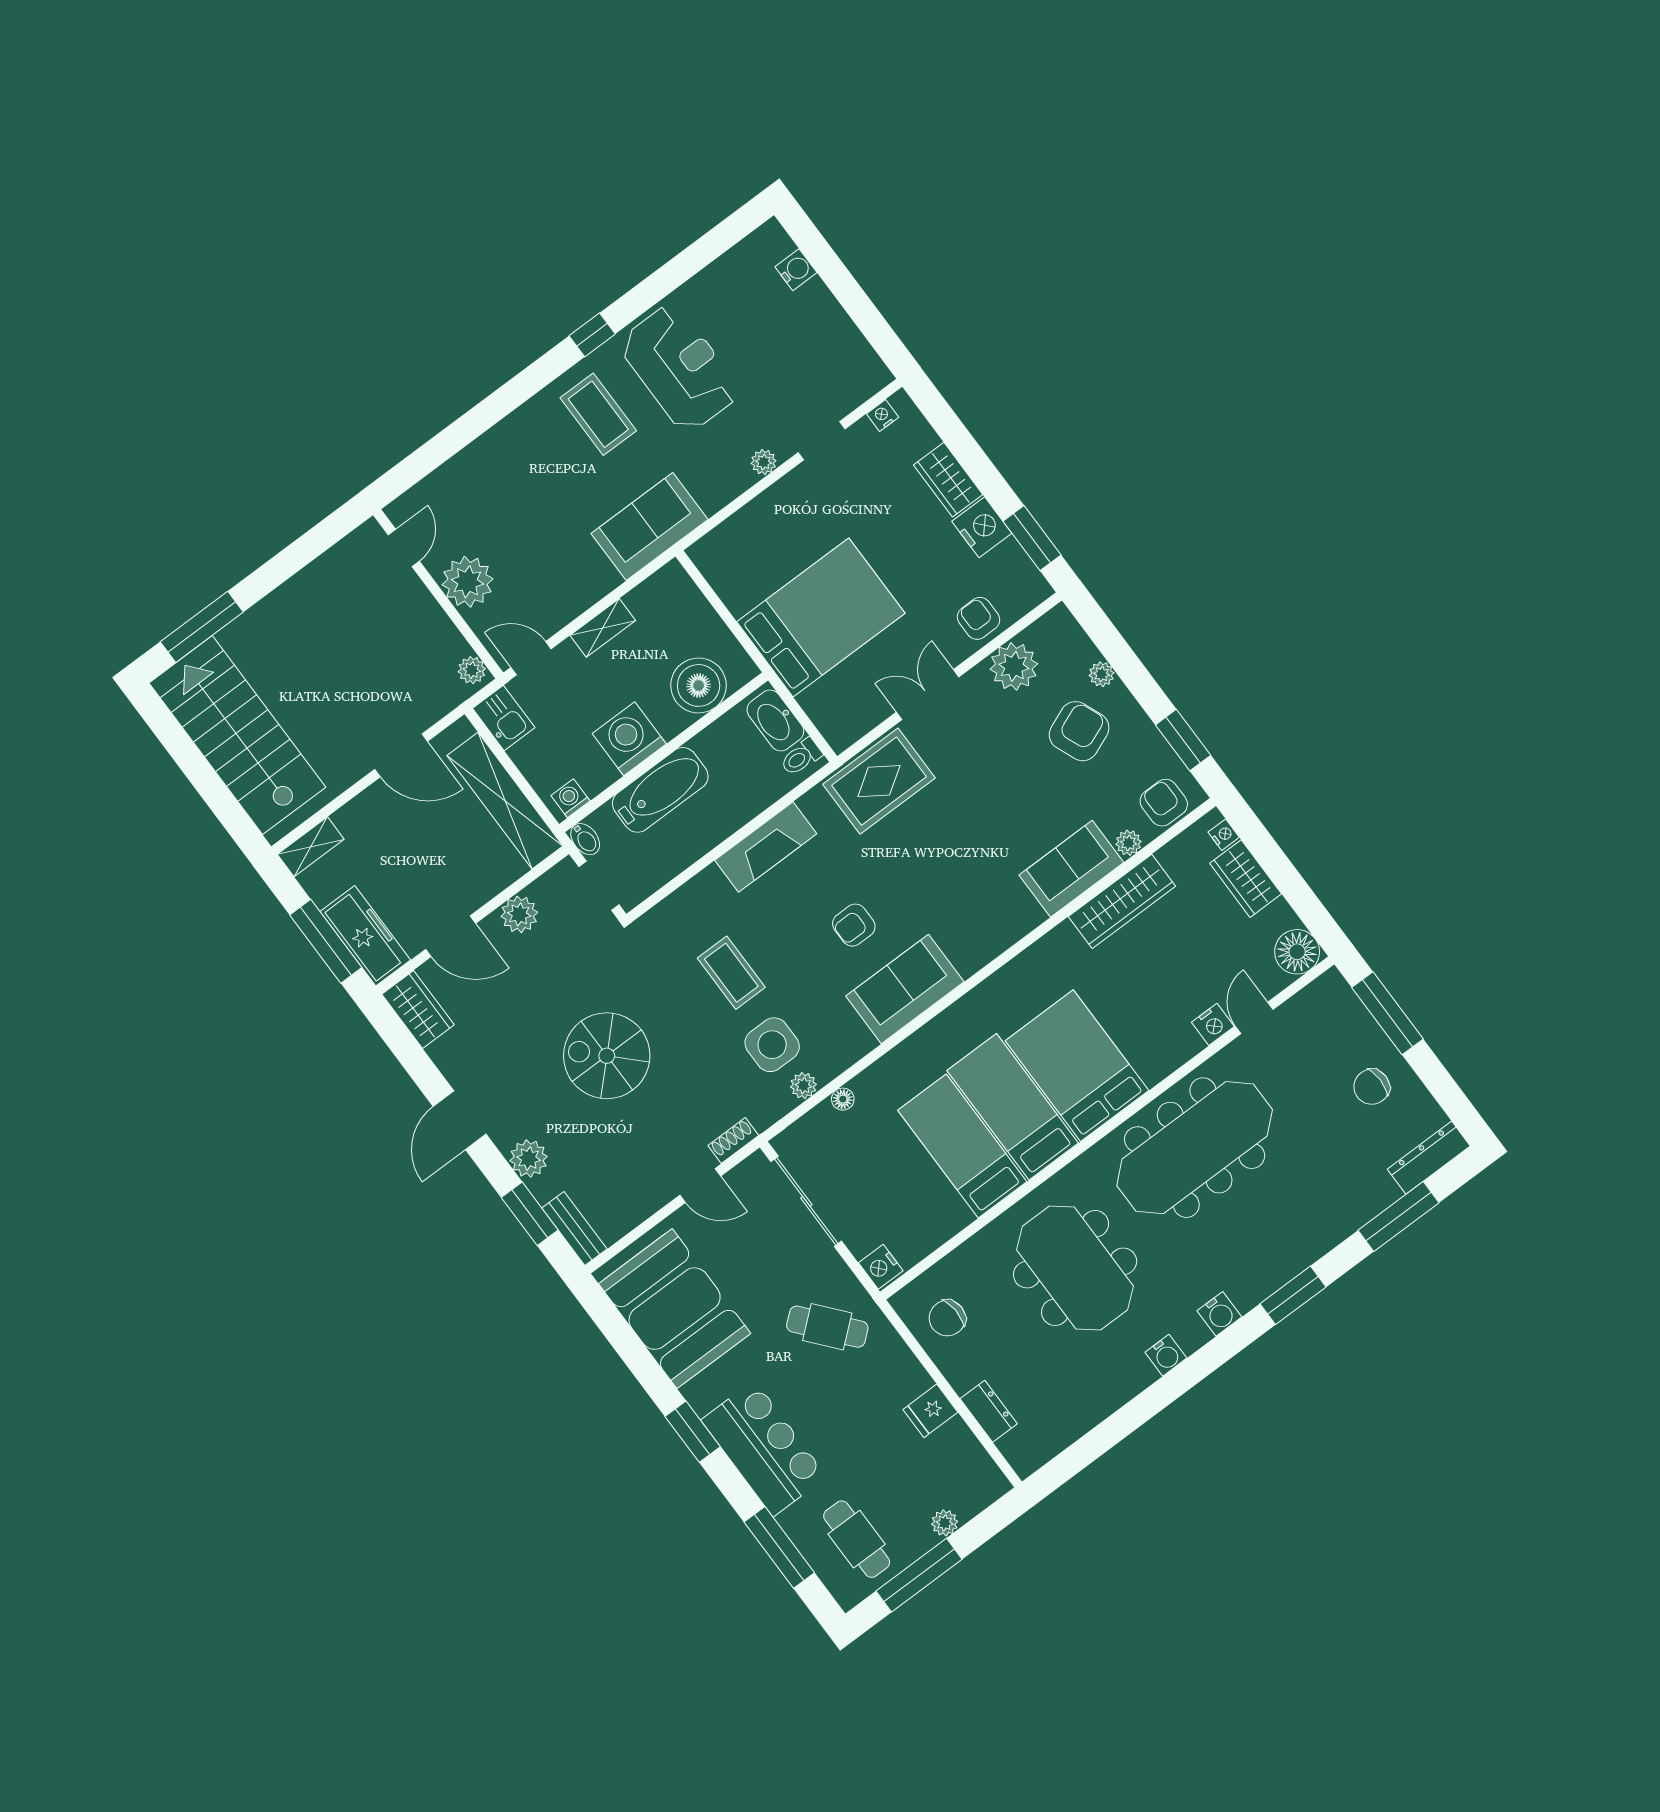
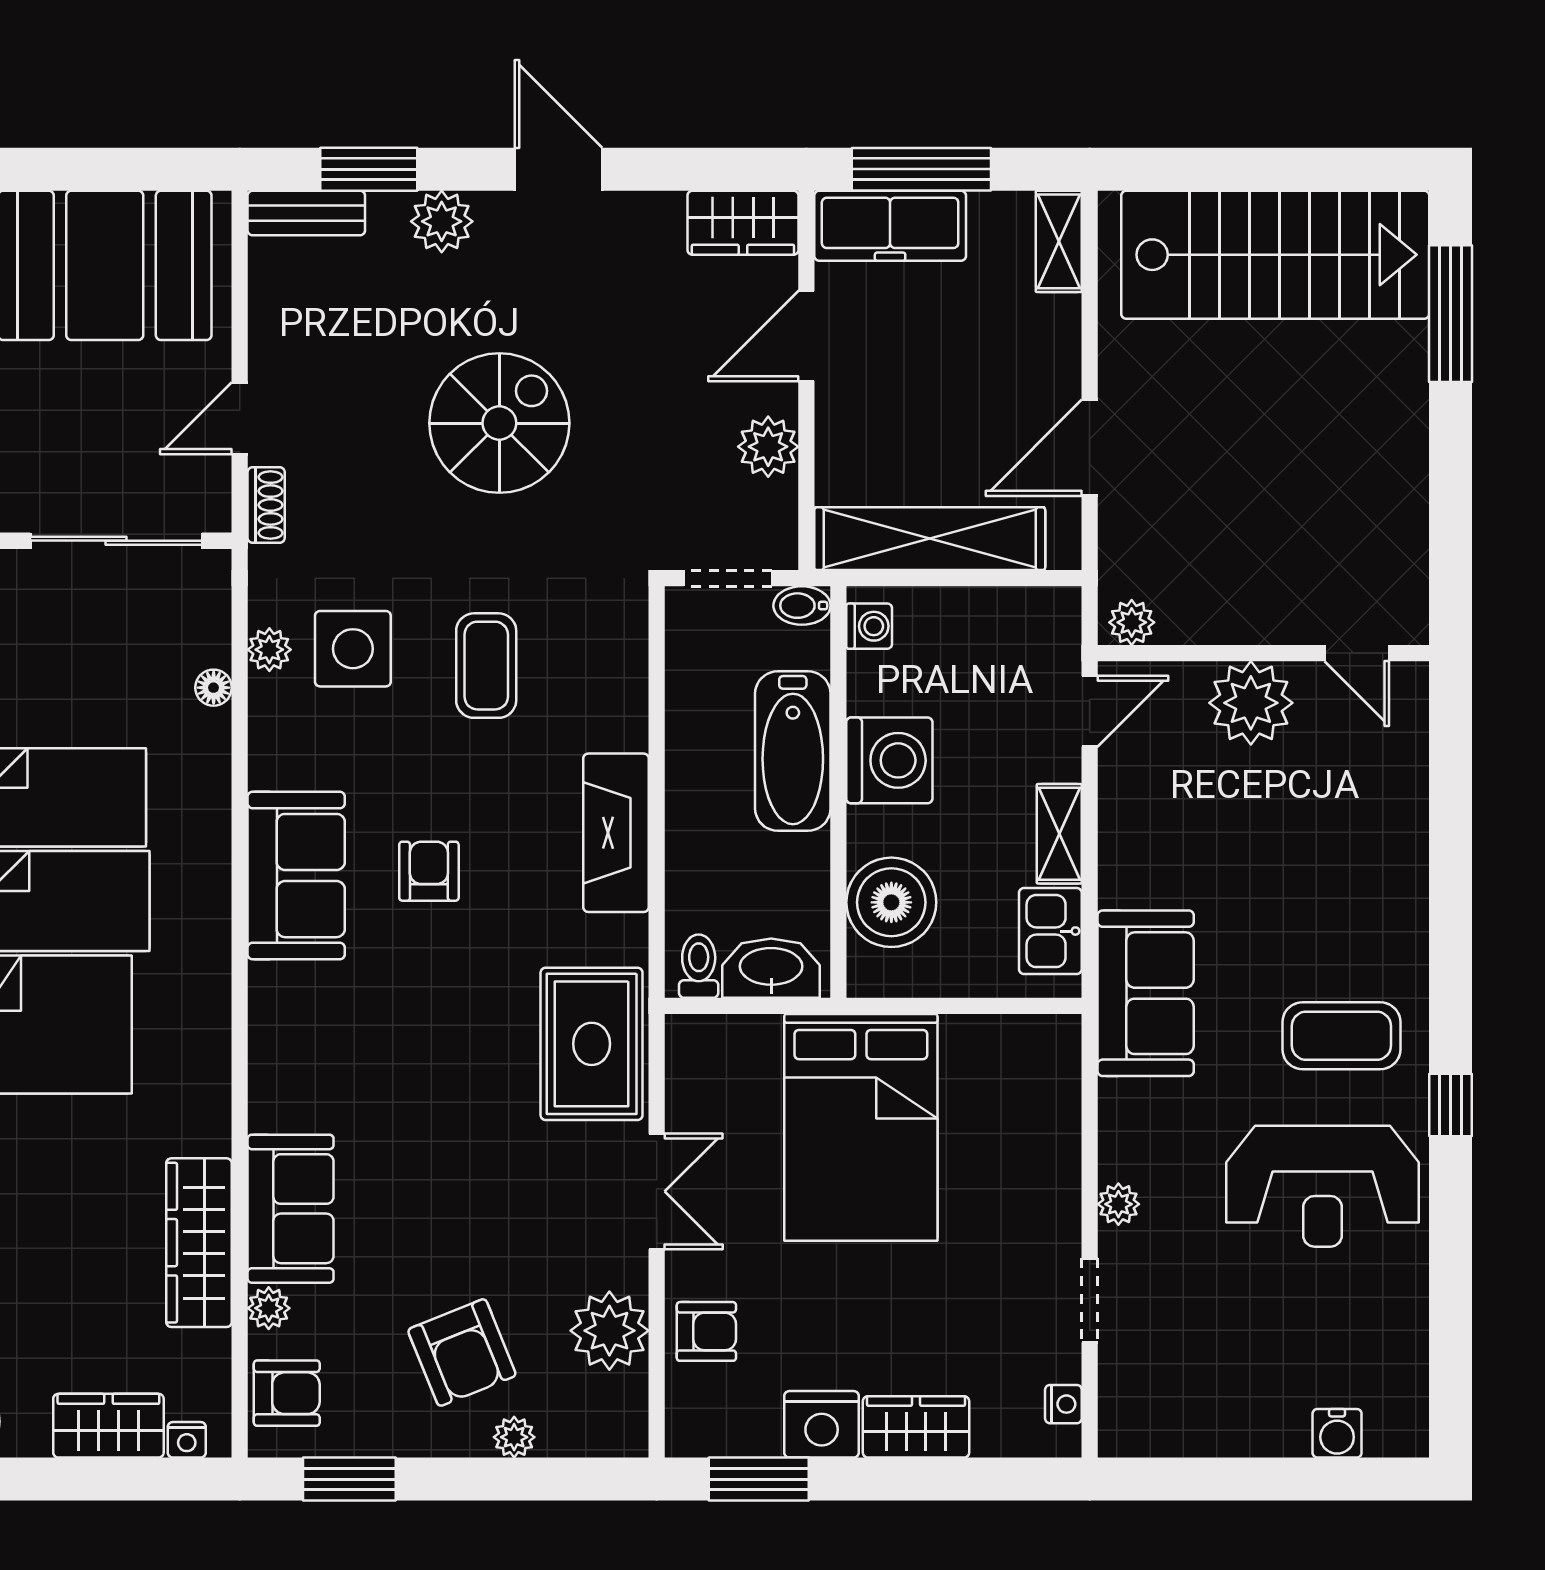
kitchen sink: (504, 718) -> (1050, 931), moved, turned 90
coffee table: (731, 973) -> (486, 666), turned 90

